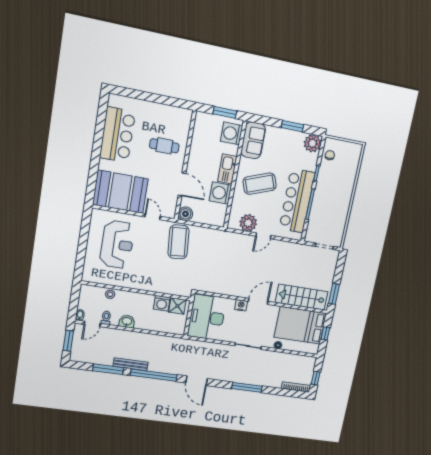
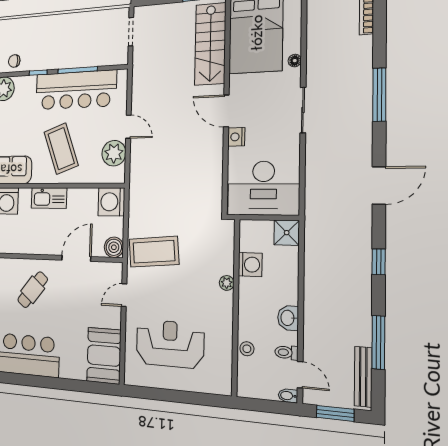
cafe table: (164, 146) -> (33, 290), turned 39
booth: (120, 192) -> (104, 356), width x0.73, depth x0.70
washing machine: (220, 193) -> (111, 202), moved, turned 90
plant: (152, 287) -> (227, 283), added
shower: (177, 306) -> (287, 233), moved
bench: (131, 364) -> (363, 377), moved
window: (154, 375) -> (379, 262), width x0.32

